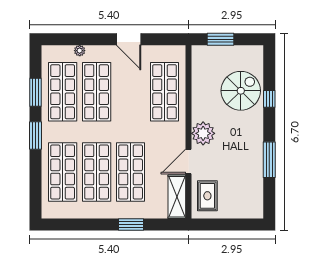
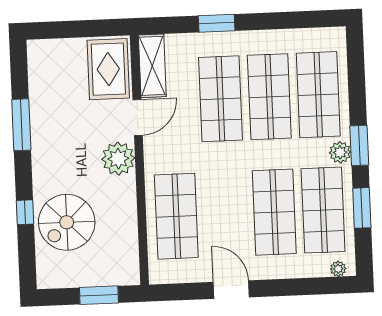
plant: (80, 51) -> (338, 269), moved
plant: (49, 131) -> (340, 152), added
rug: (207, 196) -> (108, 69), width x1.36, depth x1.43

